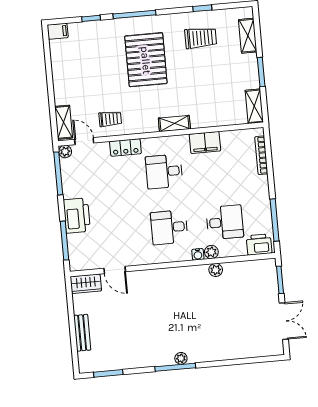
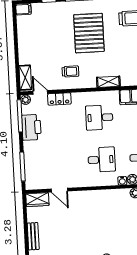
trolley: (110, 119) -> (70, 71), moved
locker: (125, 147) -> (59, 99), moved
printer: (77, 216) -> (31, 127), moved
desk: (169, 227) -> (102, 160), turned 180

